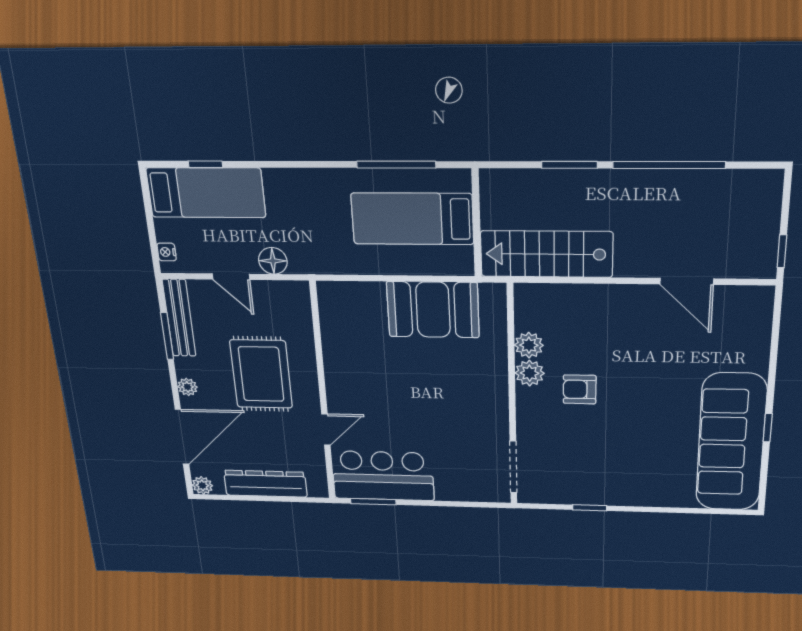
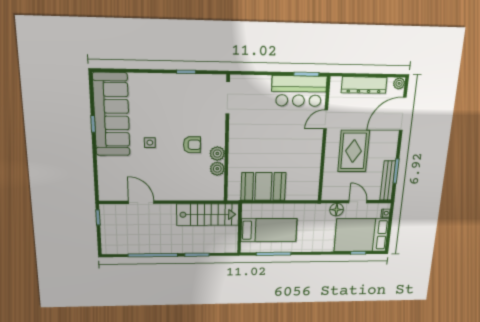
bed: (206, 193) -> (361, 235), width x1.50
plant: (187, 387) -> (393, 143), removed
side table: (662, 394) -> (150, 143), added

